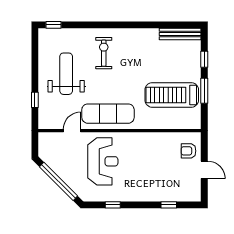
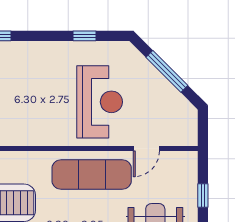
reception desk: (103, 161) -> (100, 102), turned 180
window: (58, 181) -> (167, 71), width x0.68

